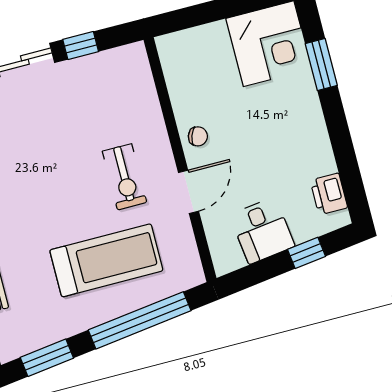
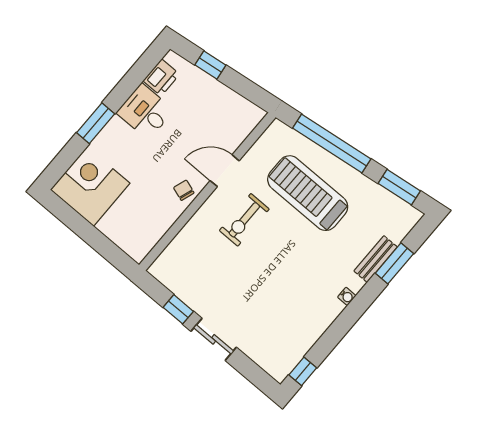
window: (321, 64) -> (96, 123), moved
exercise bike: (125, 177) -> (244, 220), turned 180
desk: (262, 230) -> (145, 112), moved, turned -83

